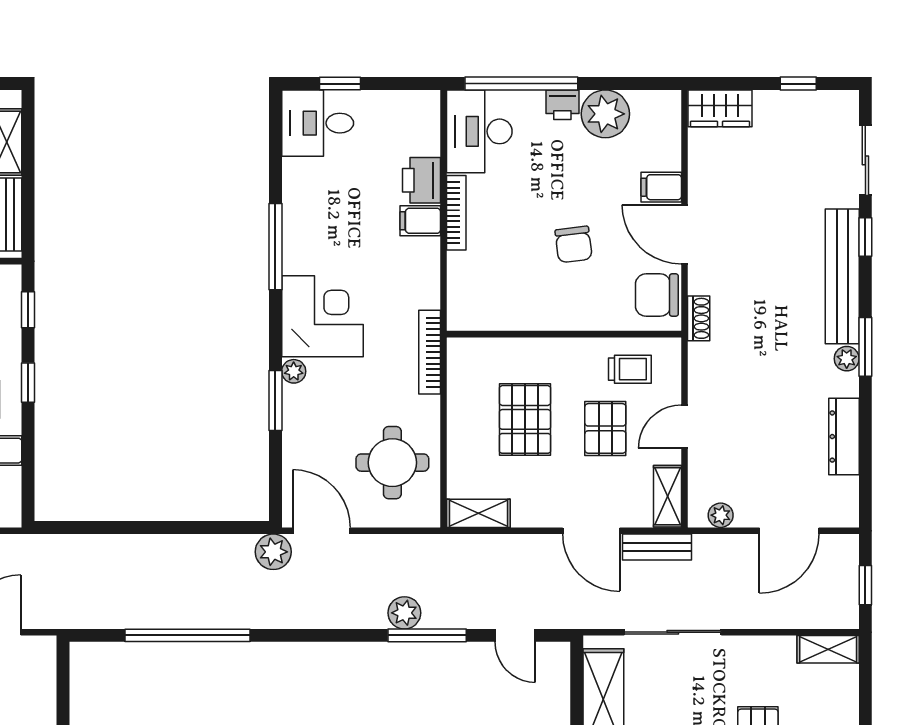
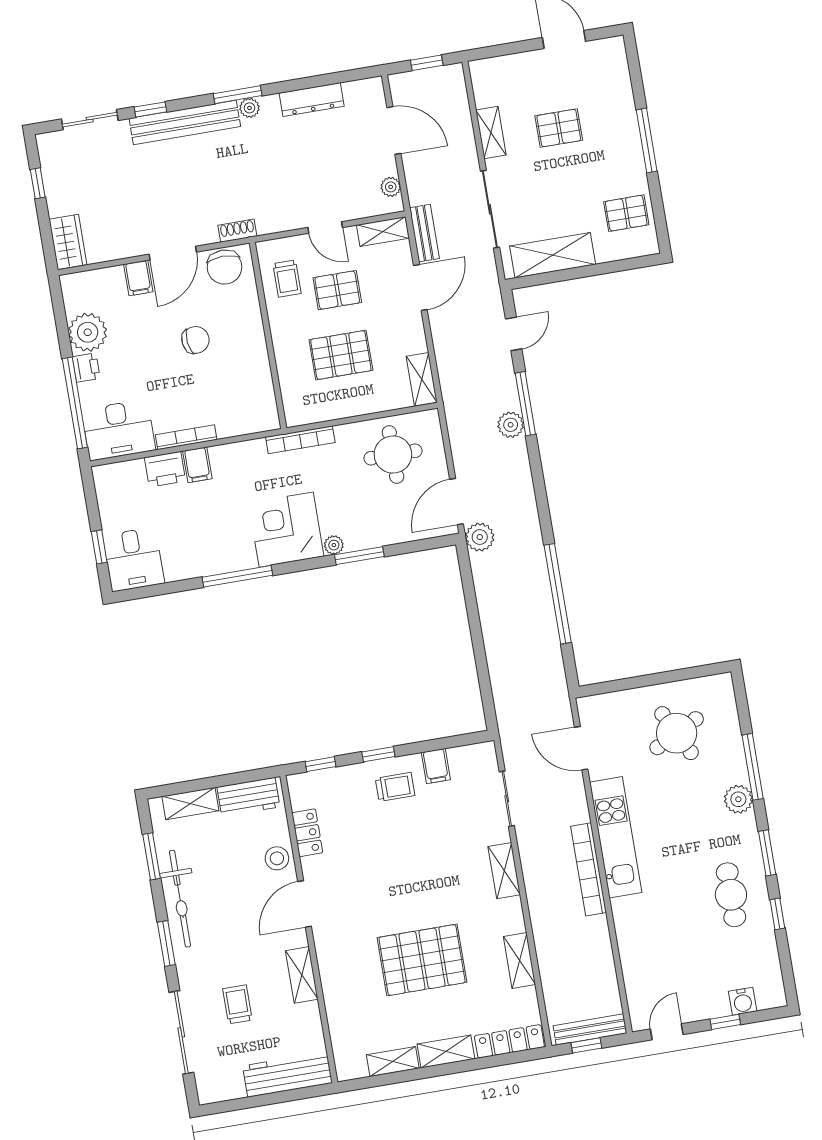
trolley: (630, 369) -> (287, 279), turned 180
shelving: (828, 649) -> (491, 132), moved

